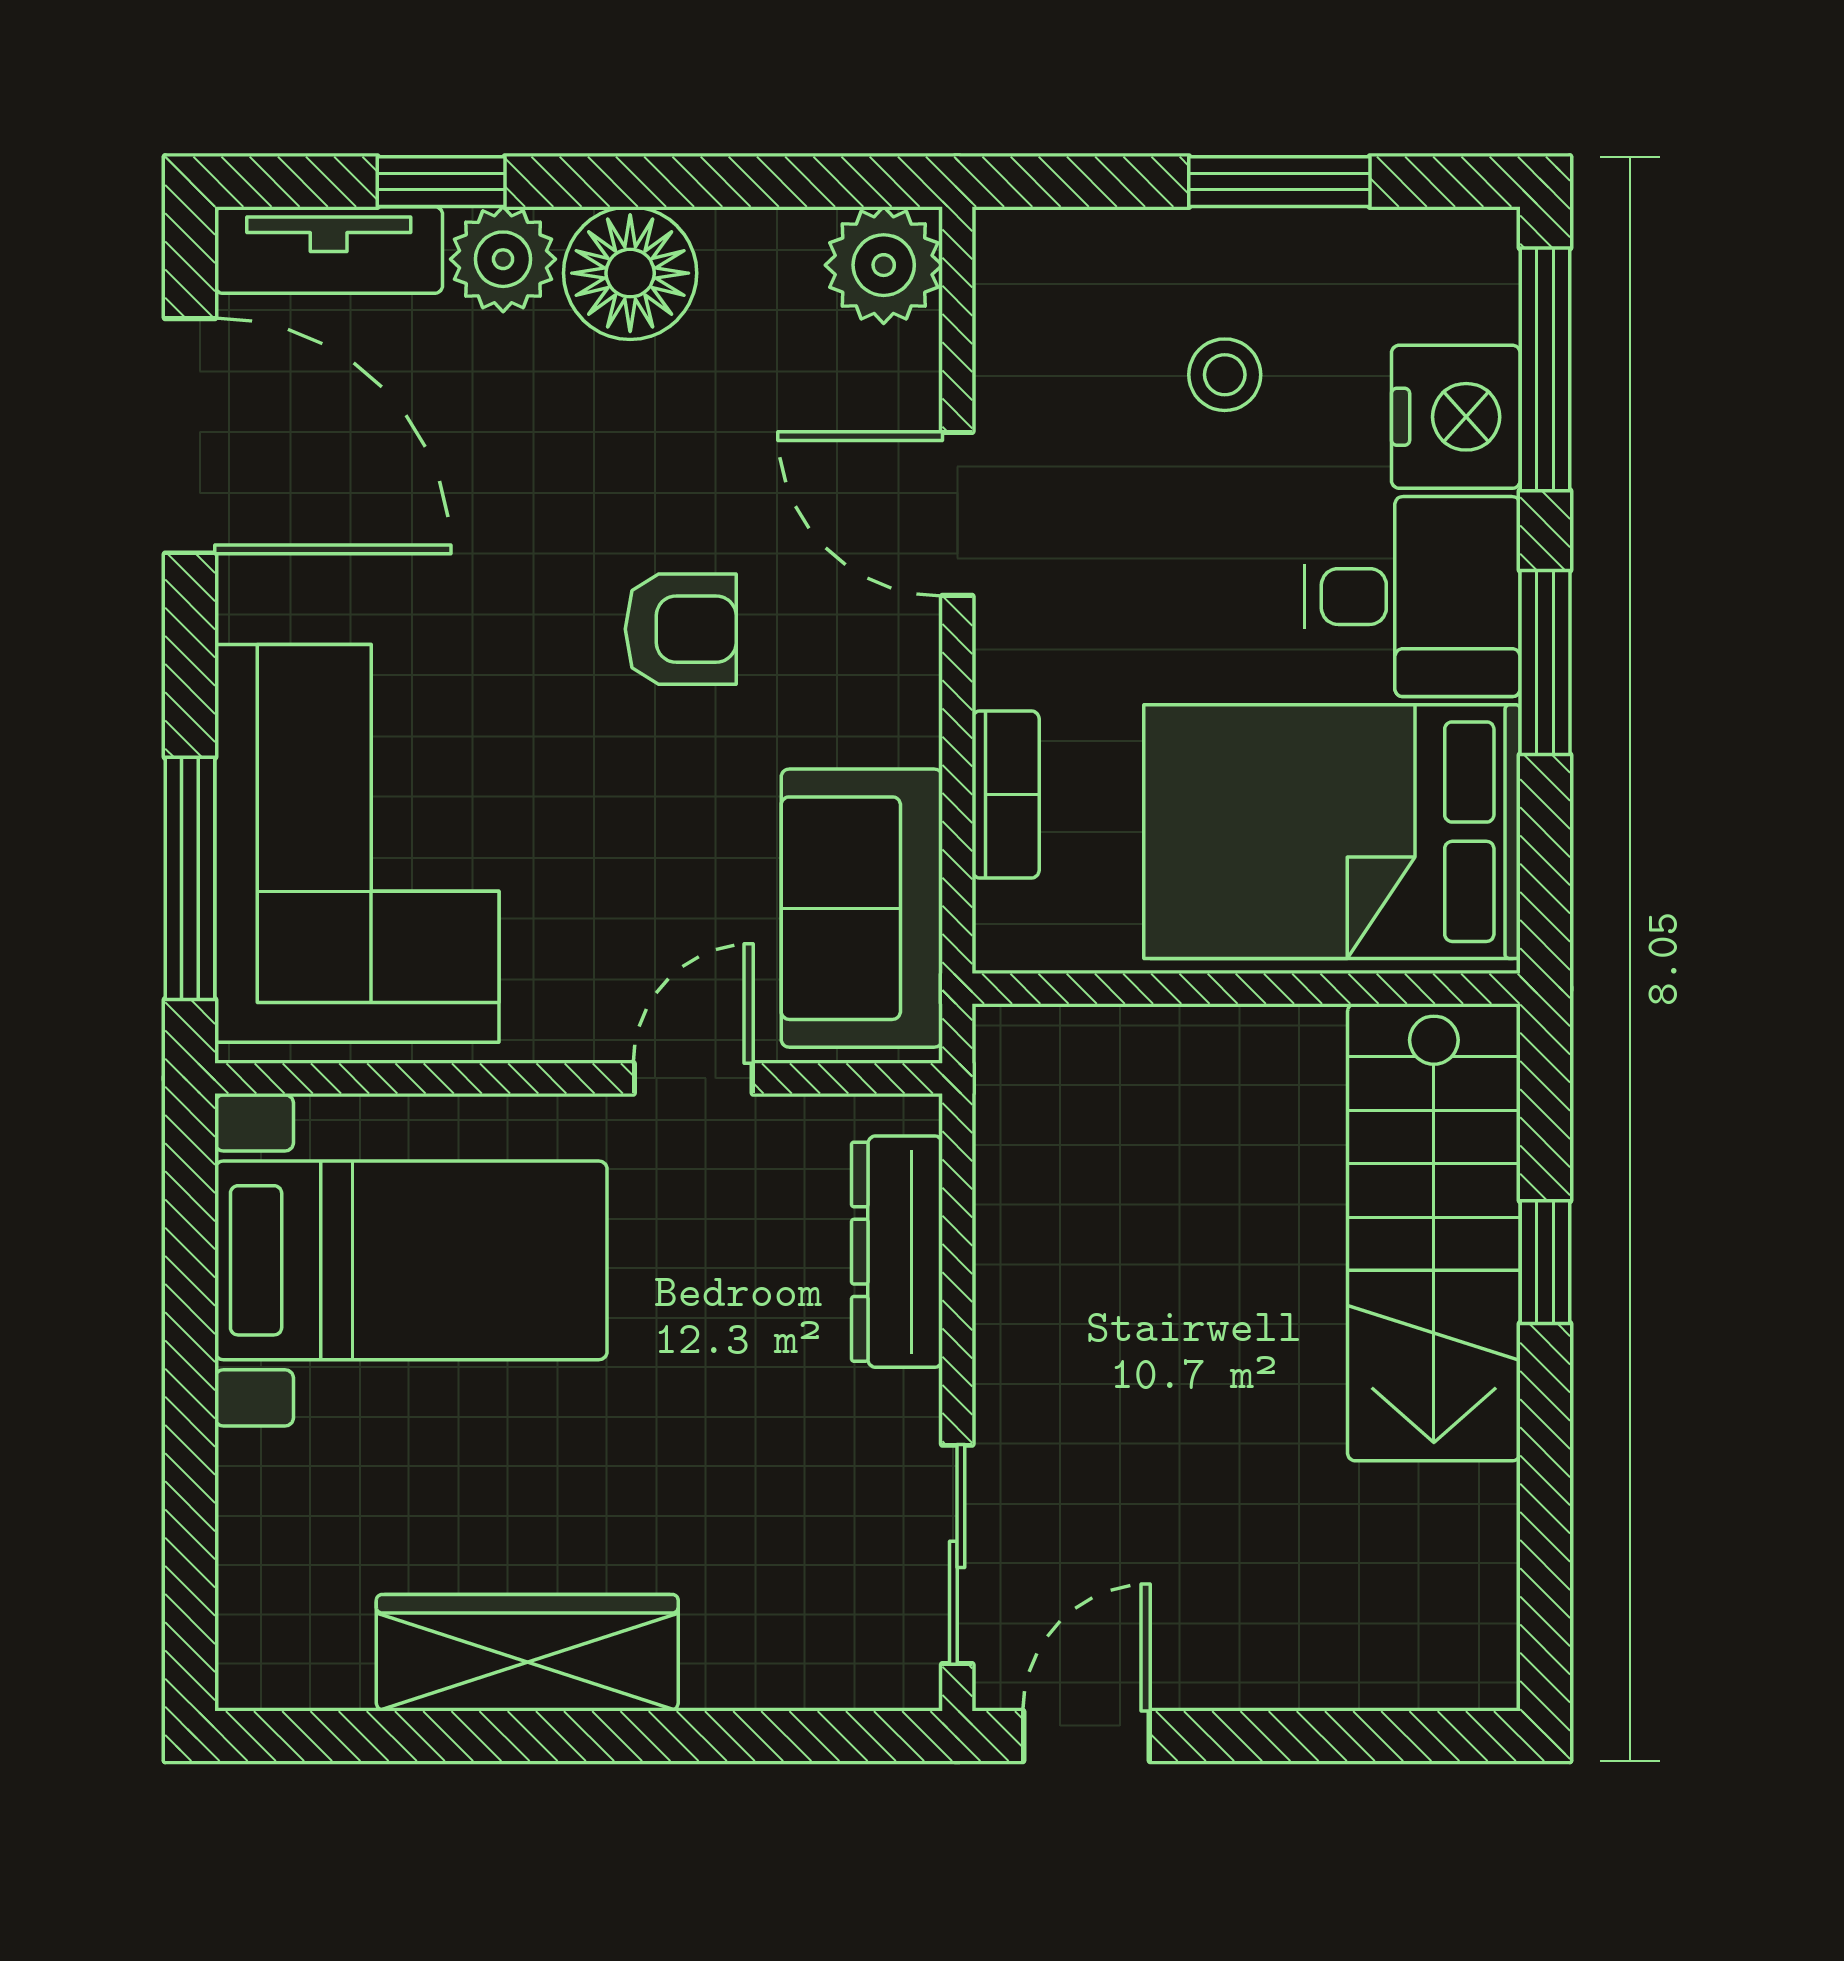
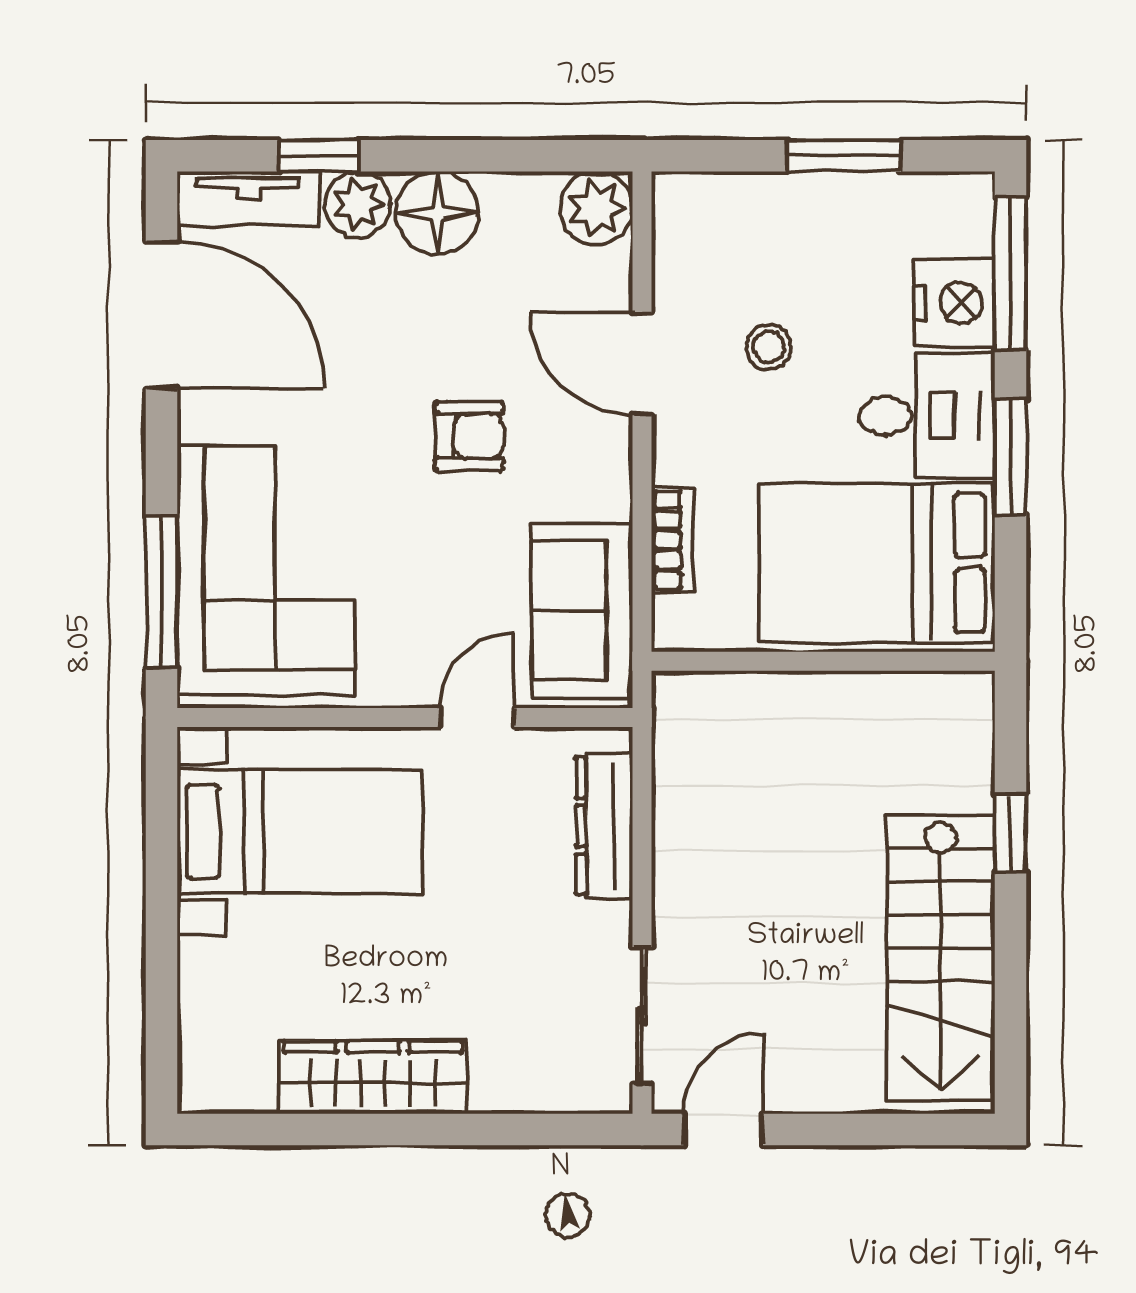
stool: (1225, 375) -> (769, 347), moved
stairs: (1434, 1232) -> (941, 958), moved

